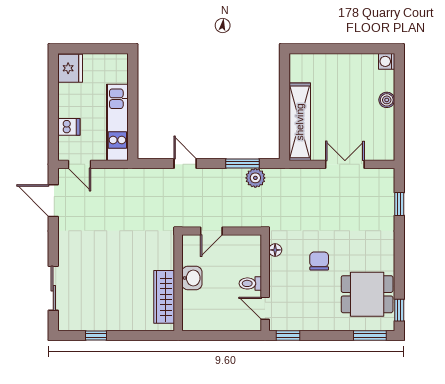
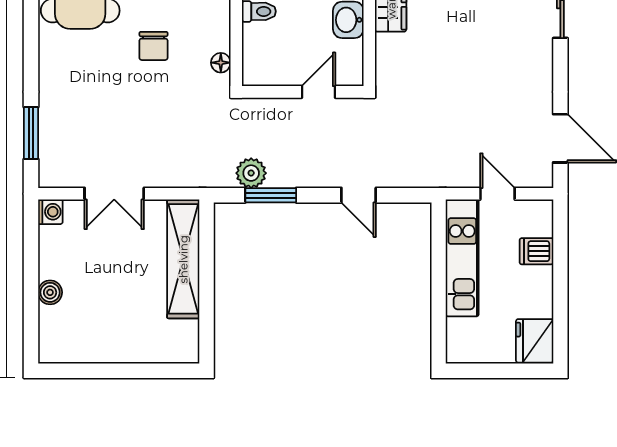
washing machine: (387, 61) -> (50, 212), moved
door: (79, 164) -> (497, 194), moved
window: (399, 204) -> (31, 133), width x1.50

